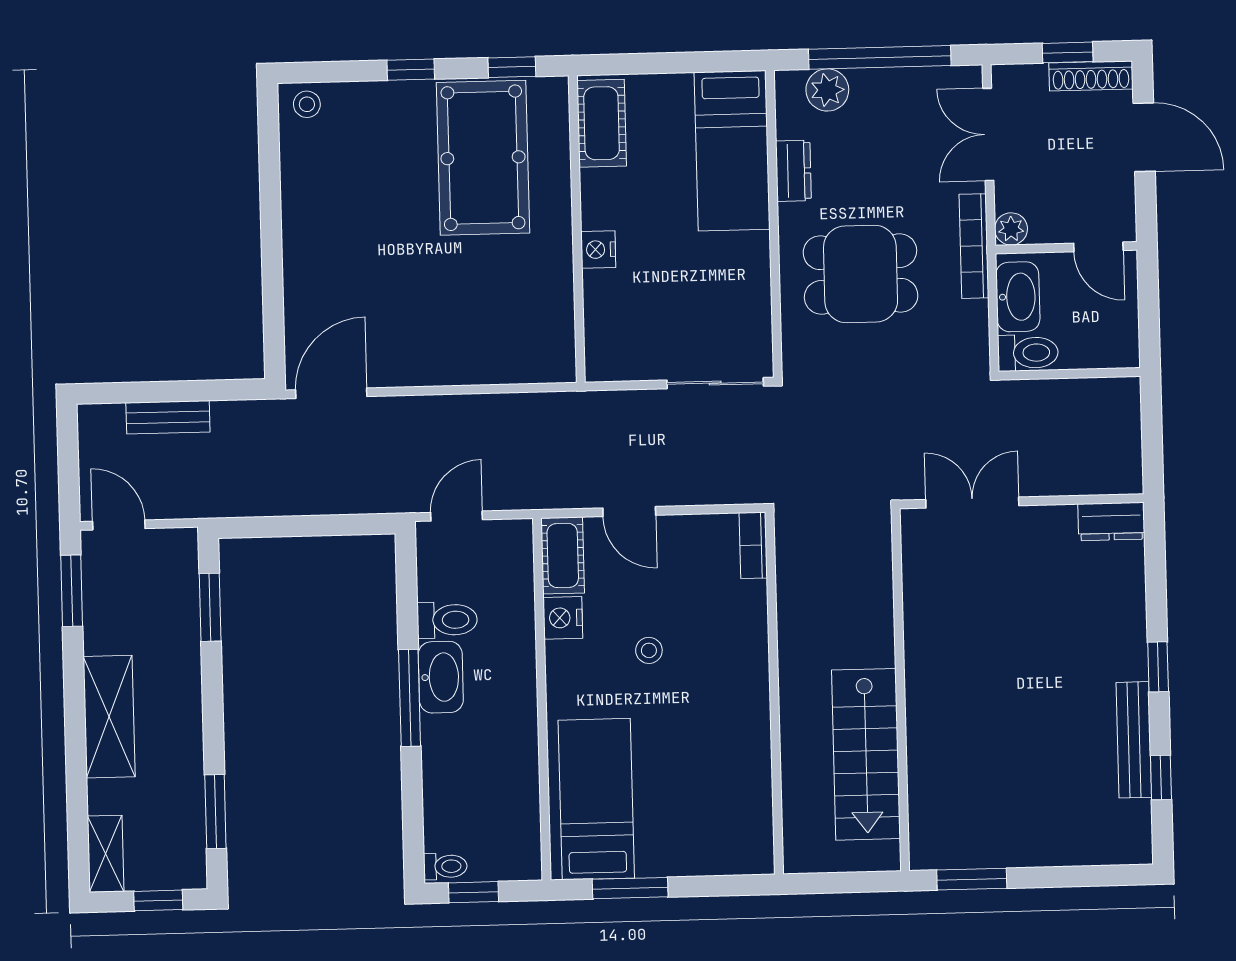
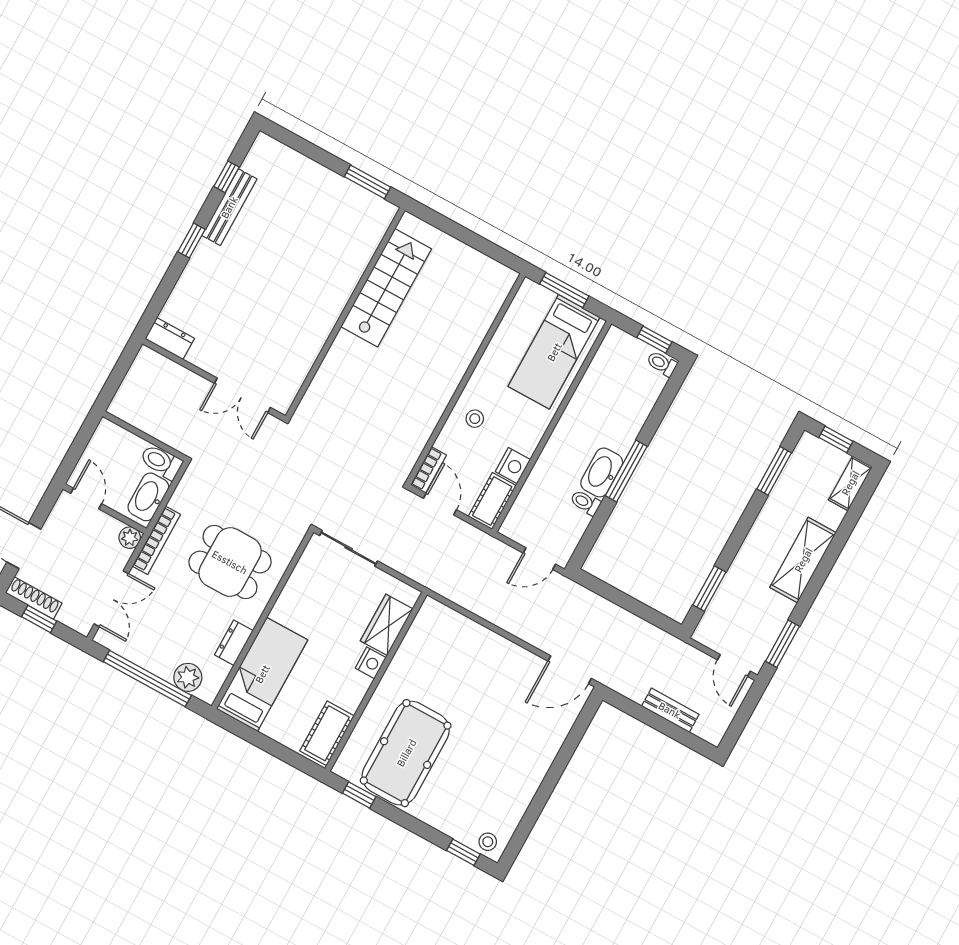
window: (411, 70) -> (463, 852), moved
wardrobe: (606, 312) -> (387, 625), added
bookcase: (753, 545) -> (428, 470), moved
toilet: (447, 620) -> (585, 503), width x0.73, depth x0.72
wall: (774, 693) -> (465, 379), moved

